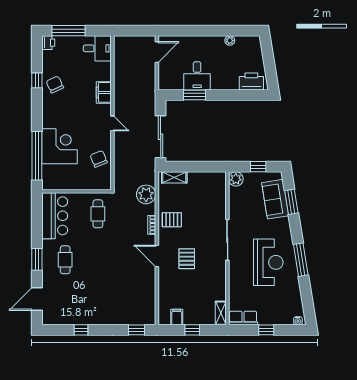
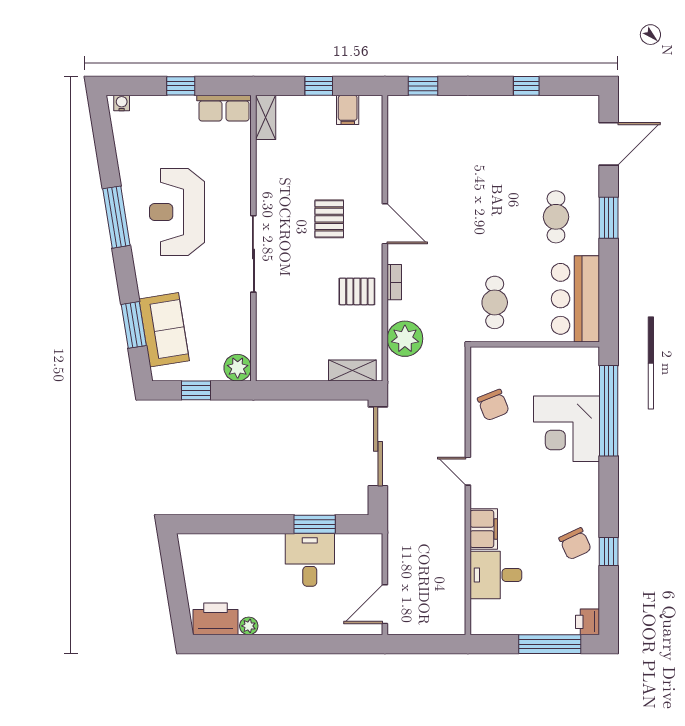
desk: (97, 48) -> (496, 575), moved
printer: (251, 81) -> (216, 619), moved, turned 180

